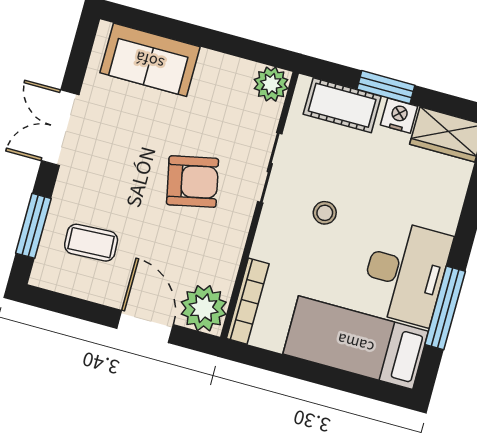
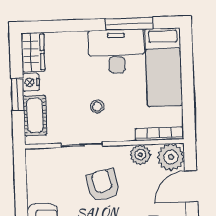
plant: (271, 84) -> (140, 155), moved

